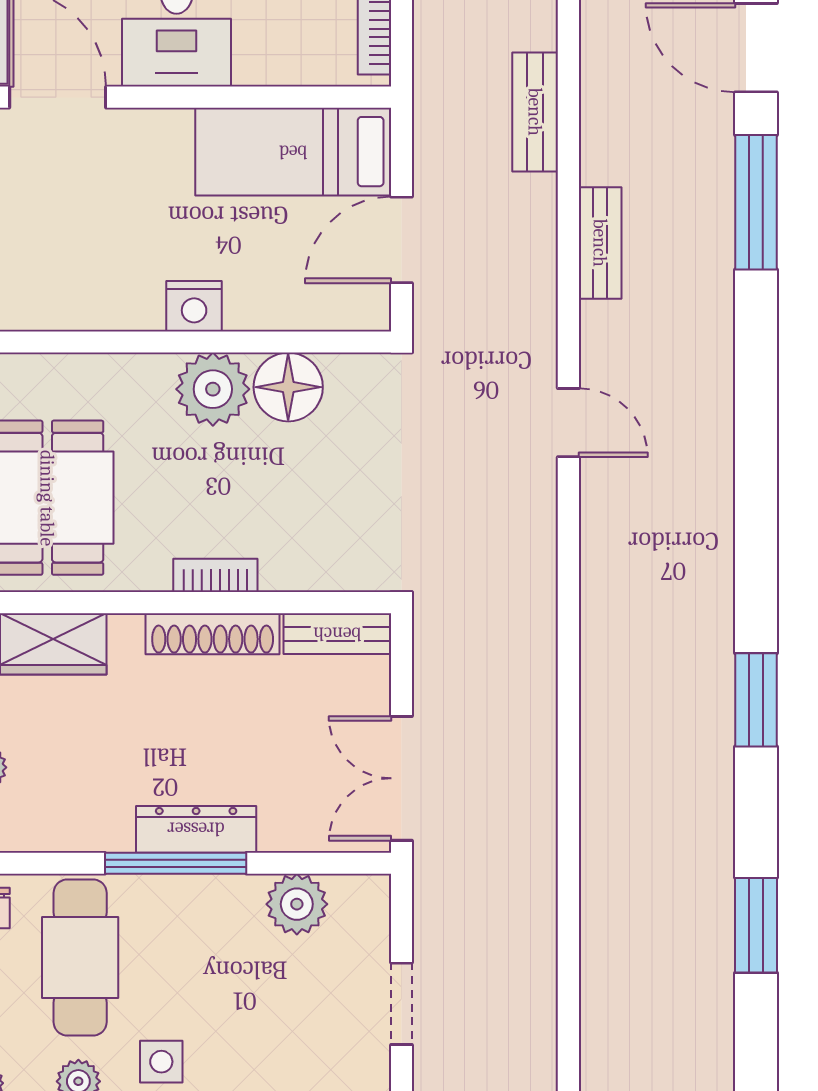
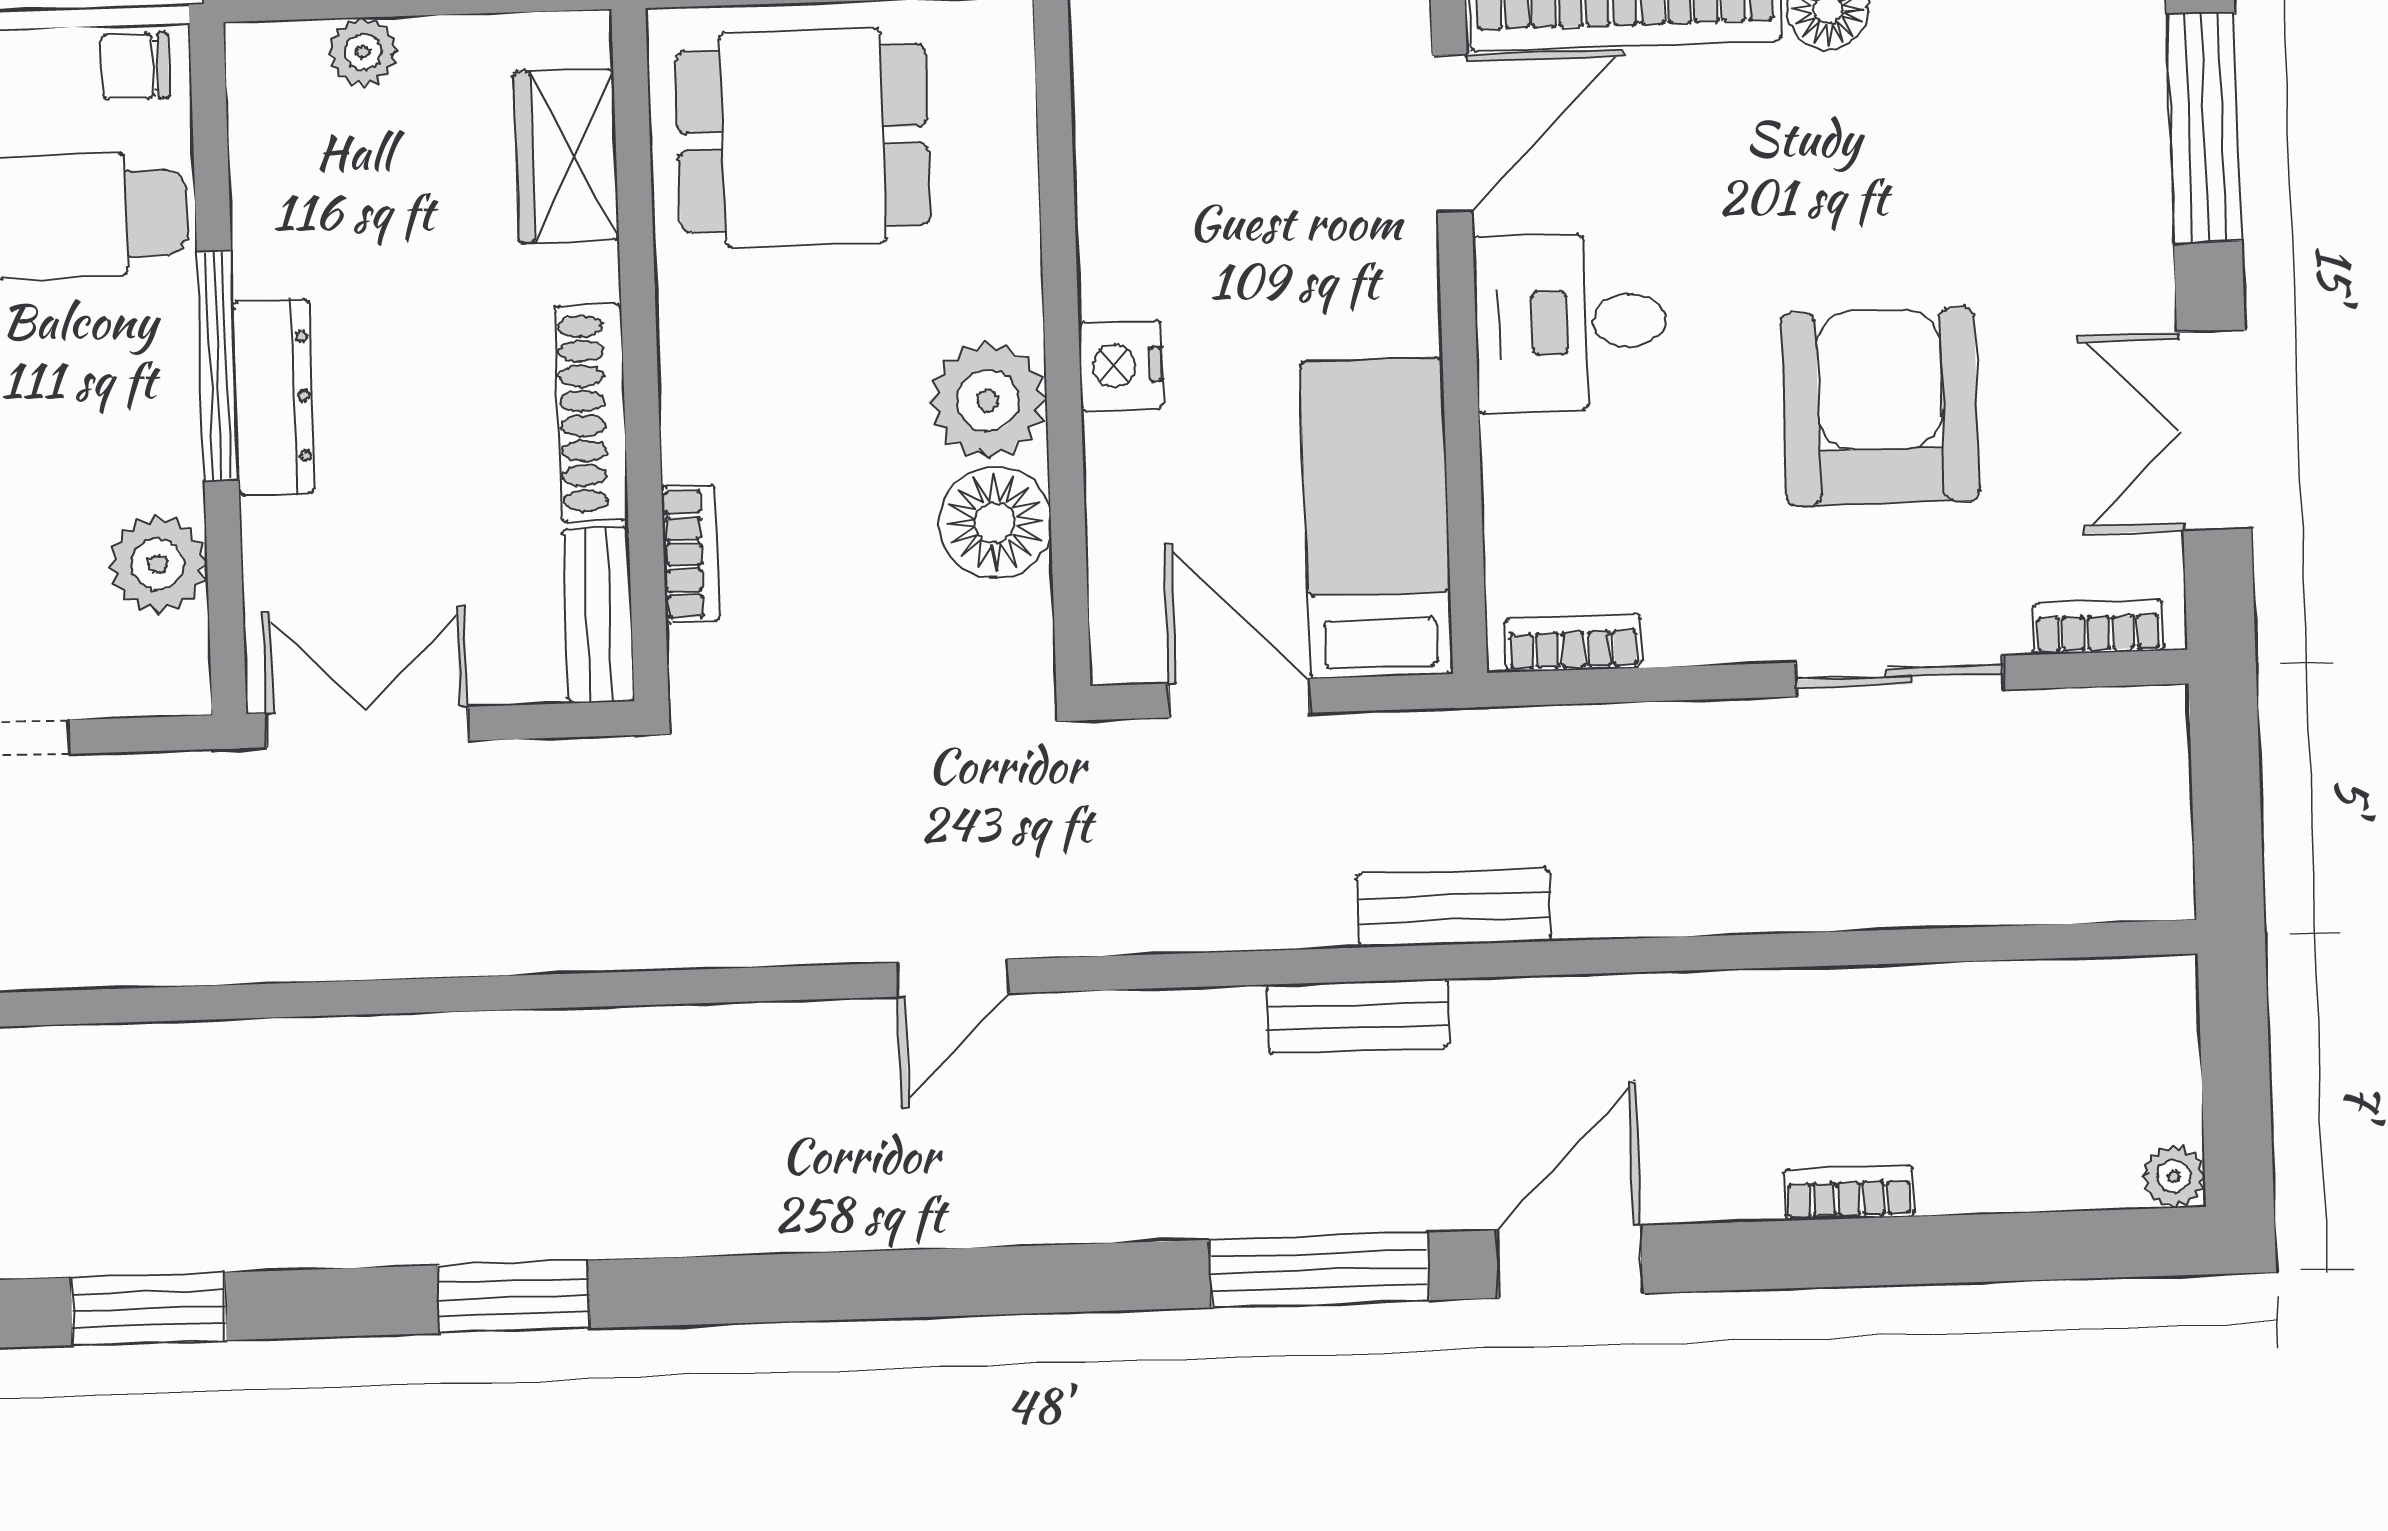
bench: (600, 243) -> (1358, 1016), moved
bookcase: (215, 575) -> (691, 554), moved

